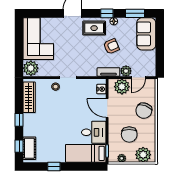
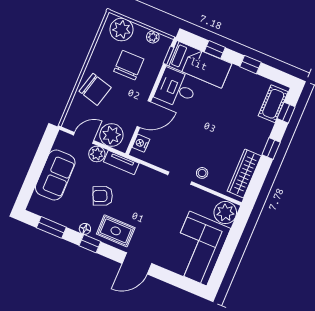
sofa: (146, 34) -> (55, 175), moved
door: (107, 108) -> (144, 114), hinge flipped
chair: (144, 111) -> (95, 89), turned 84
window: (80, 167) -> (215, 50), added

